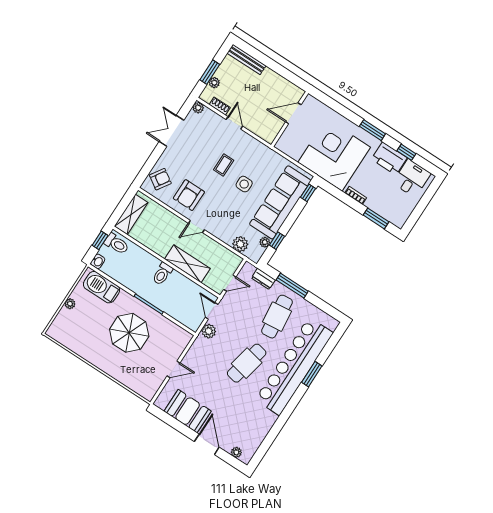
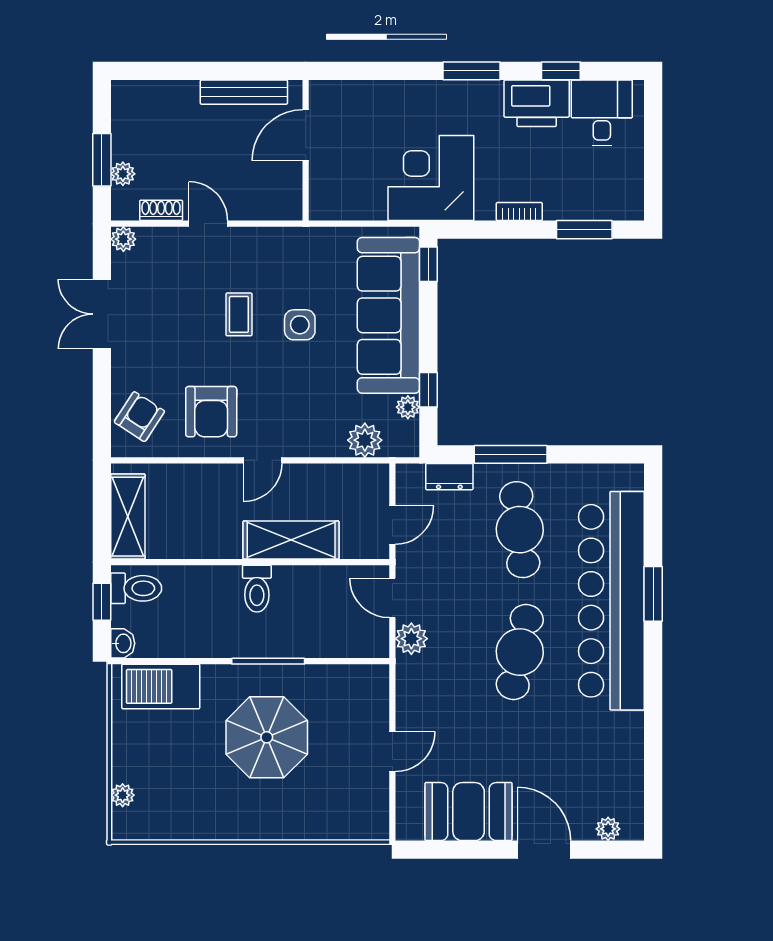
bench: (246, 59) -> (244, 92), moved
corner desk: (334, 155) -> (431, 178), width x0.74, depth x0.74
plant: (70, 304) -> (123, 795), moved

